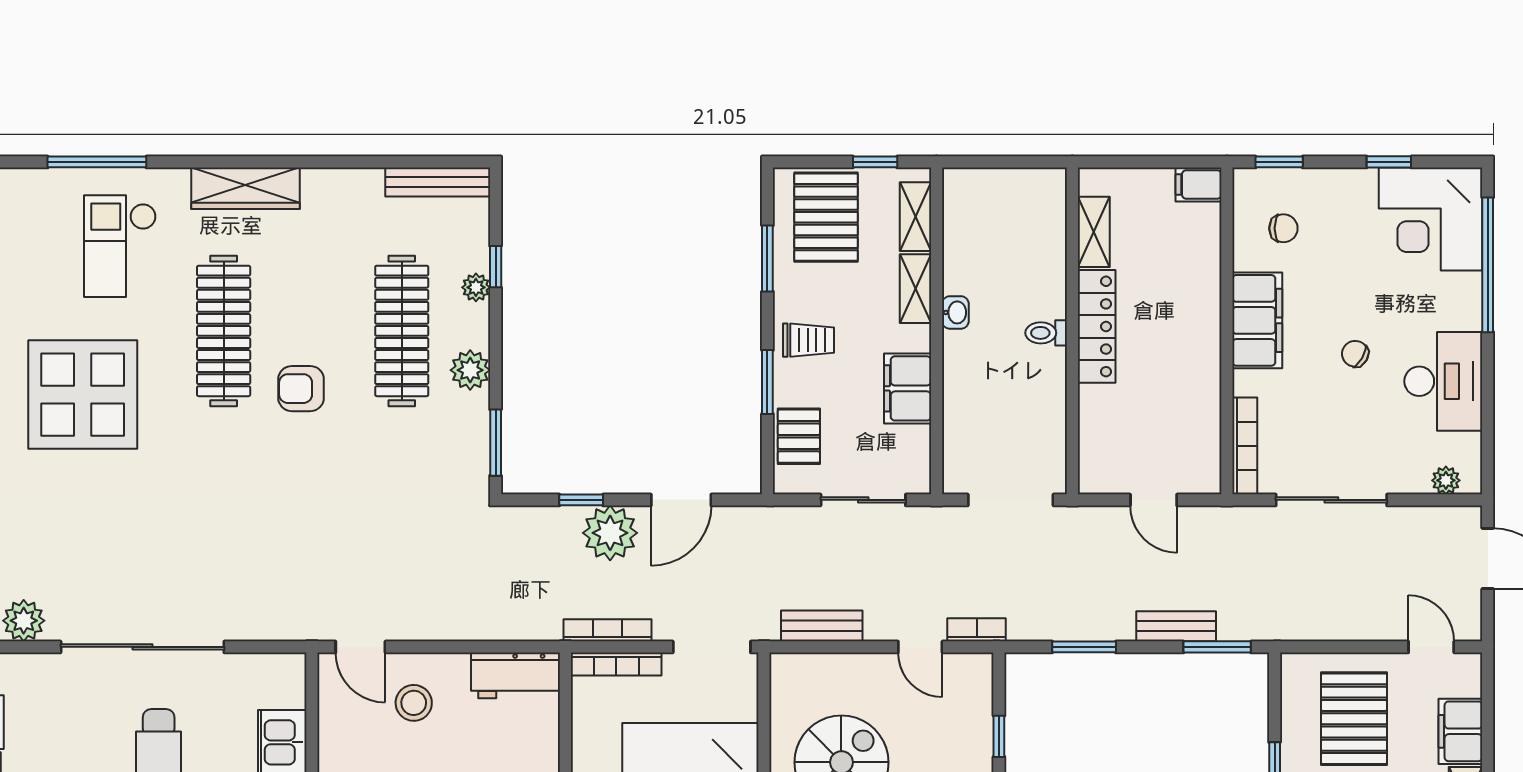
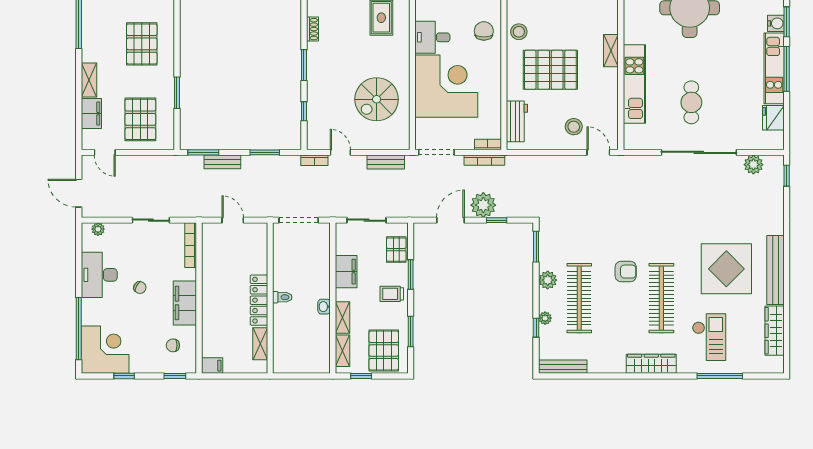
sliding door: (1331, 500) -> (151, 220), width x0.73
bookcase: (616, 664) -> (488, 145), width x0.64
workbench: (516, 675) -> (517, 121), moved, turned 90

